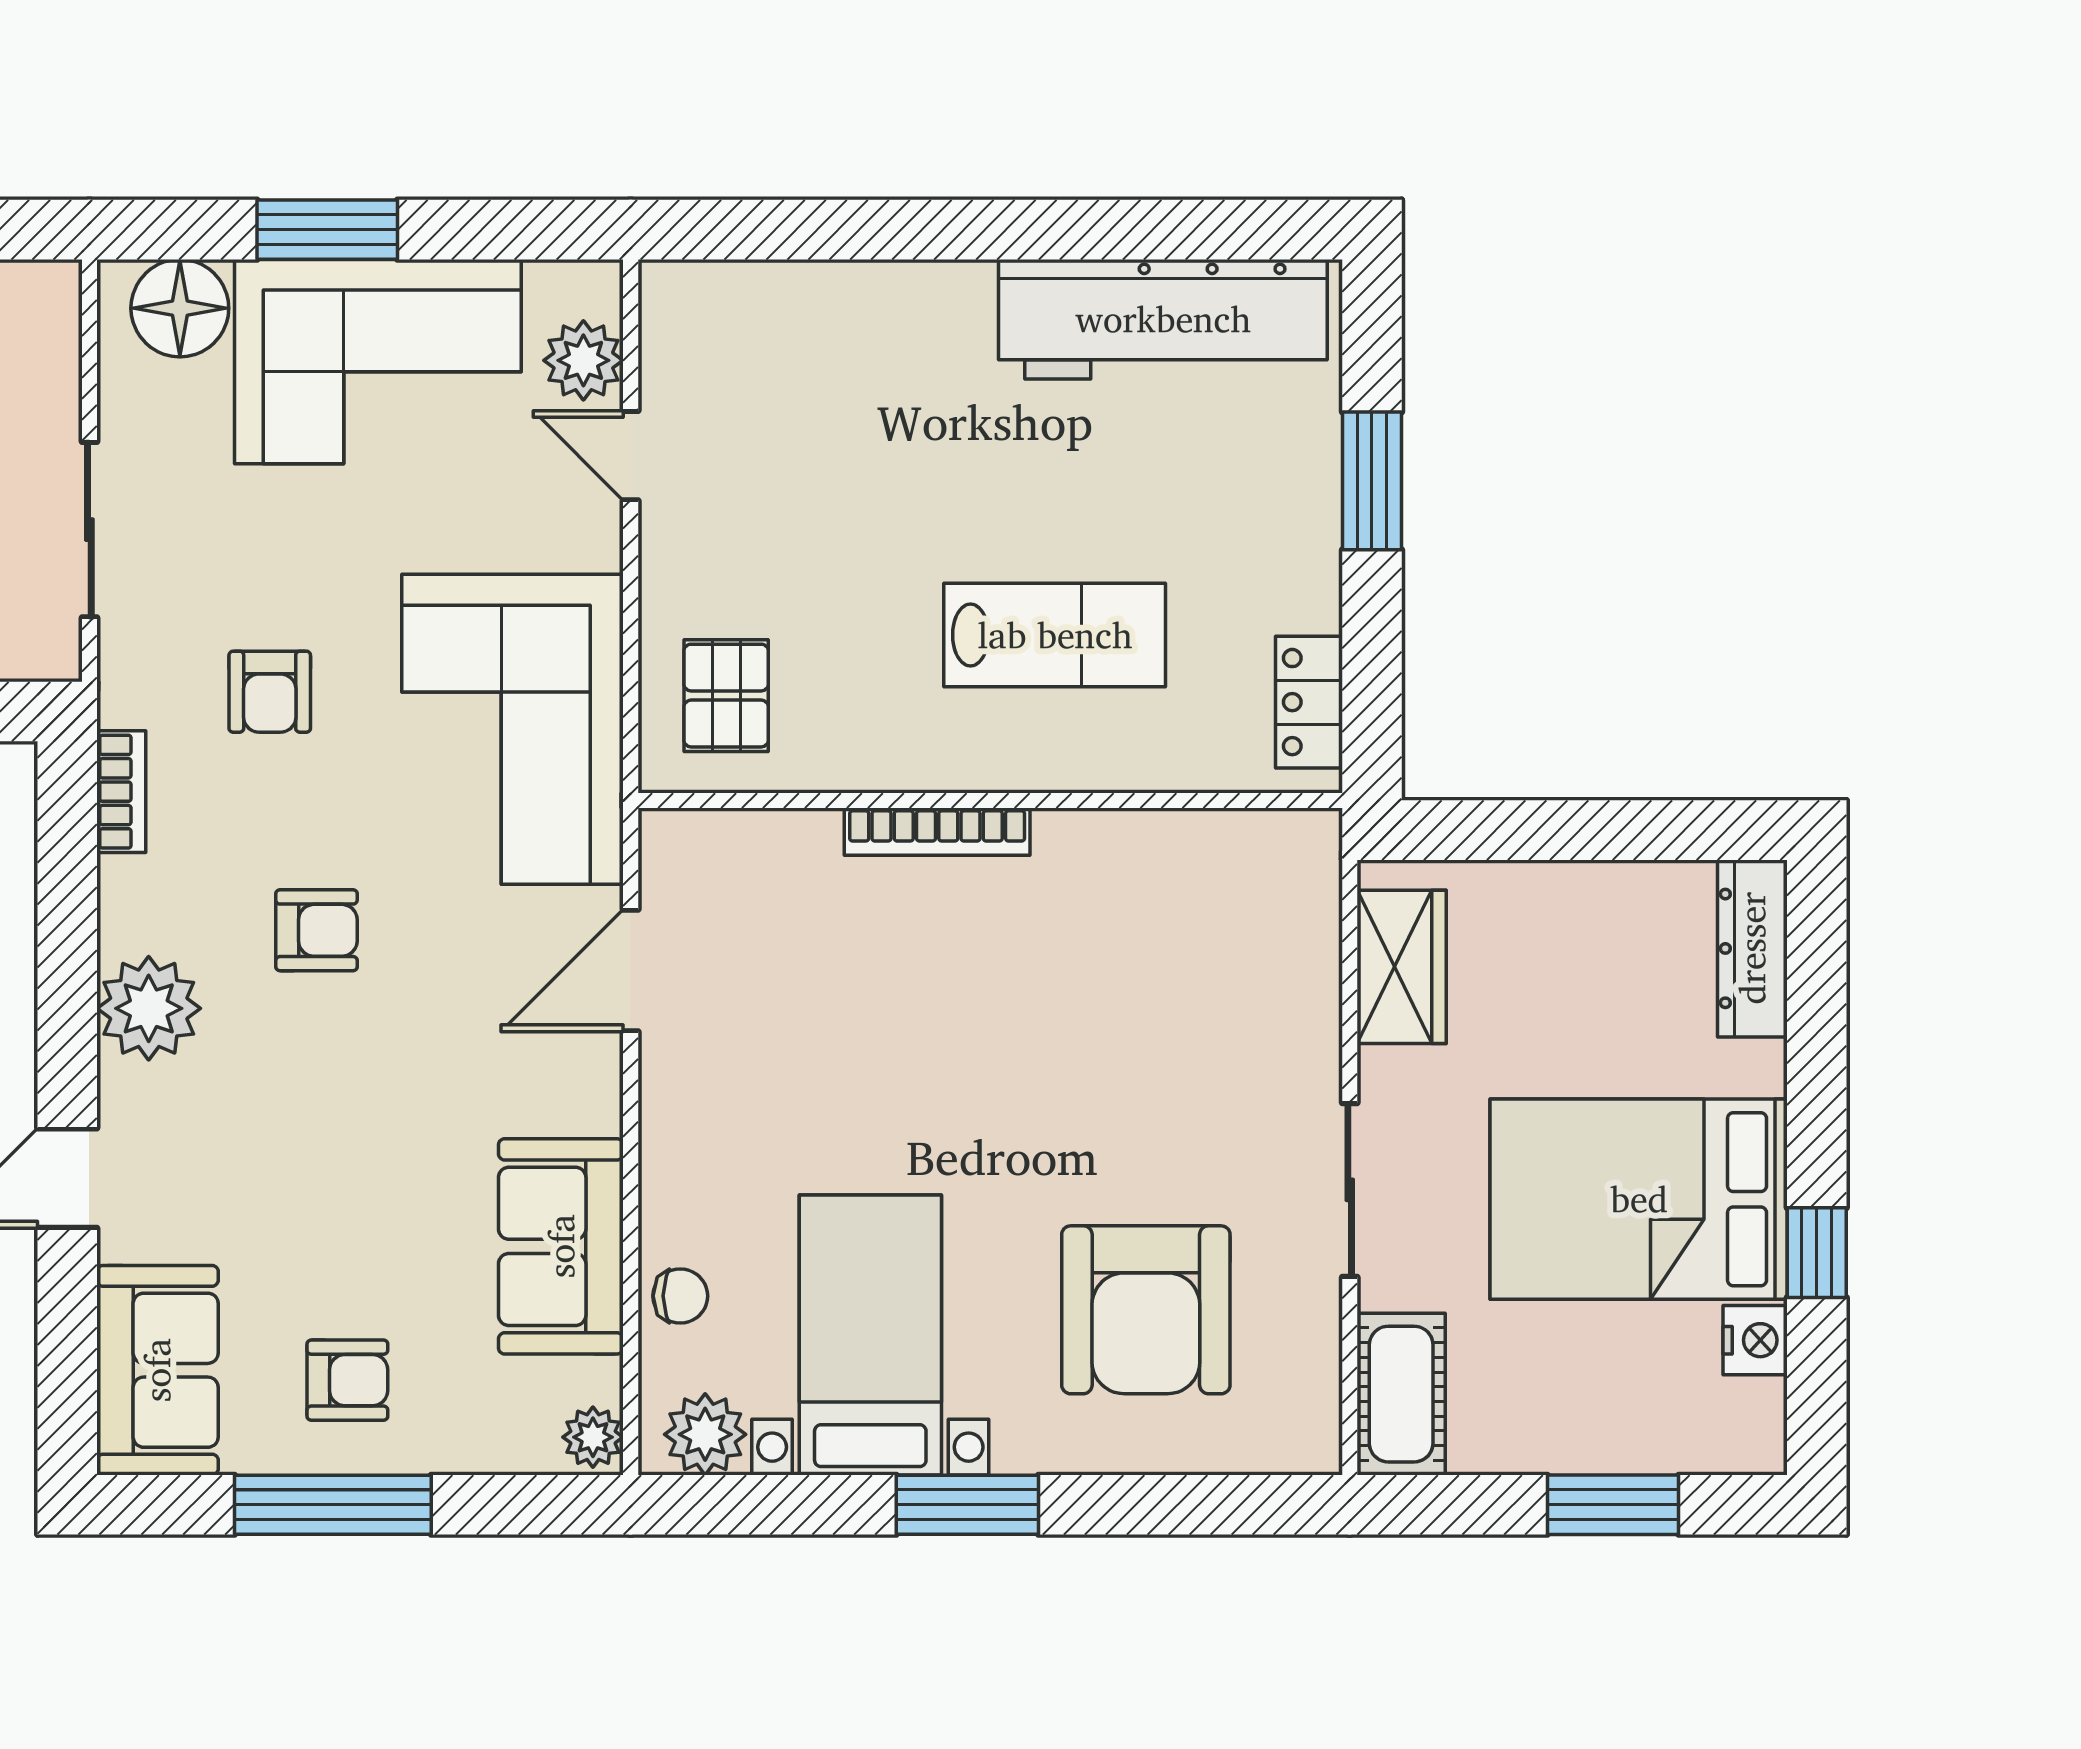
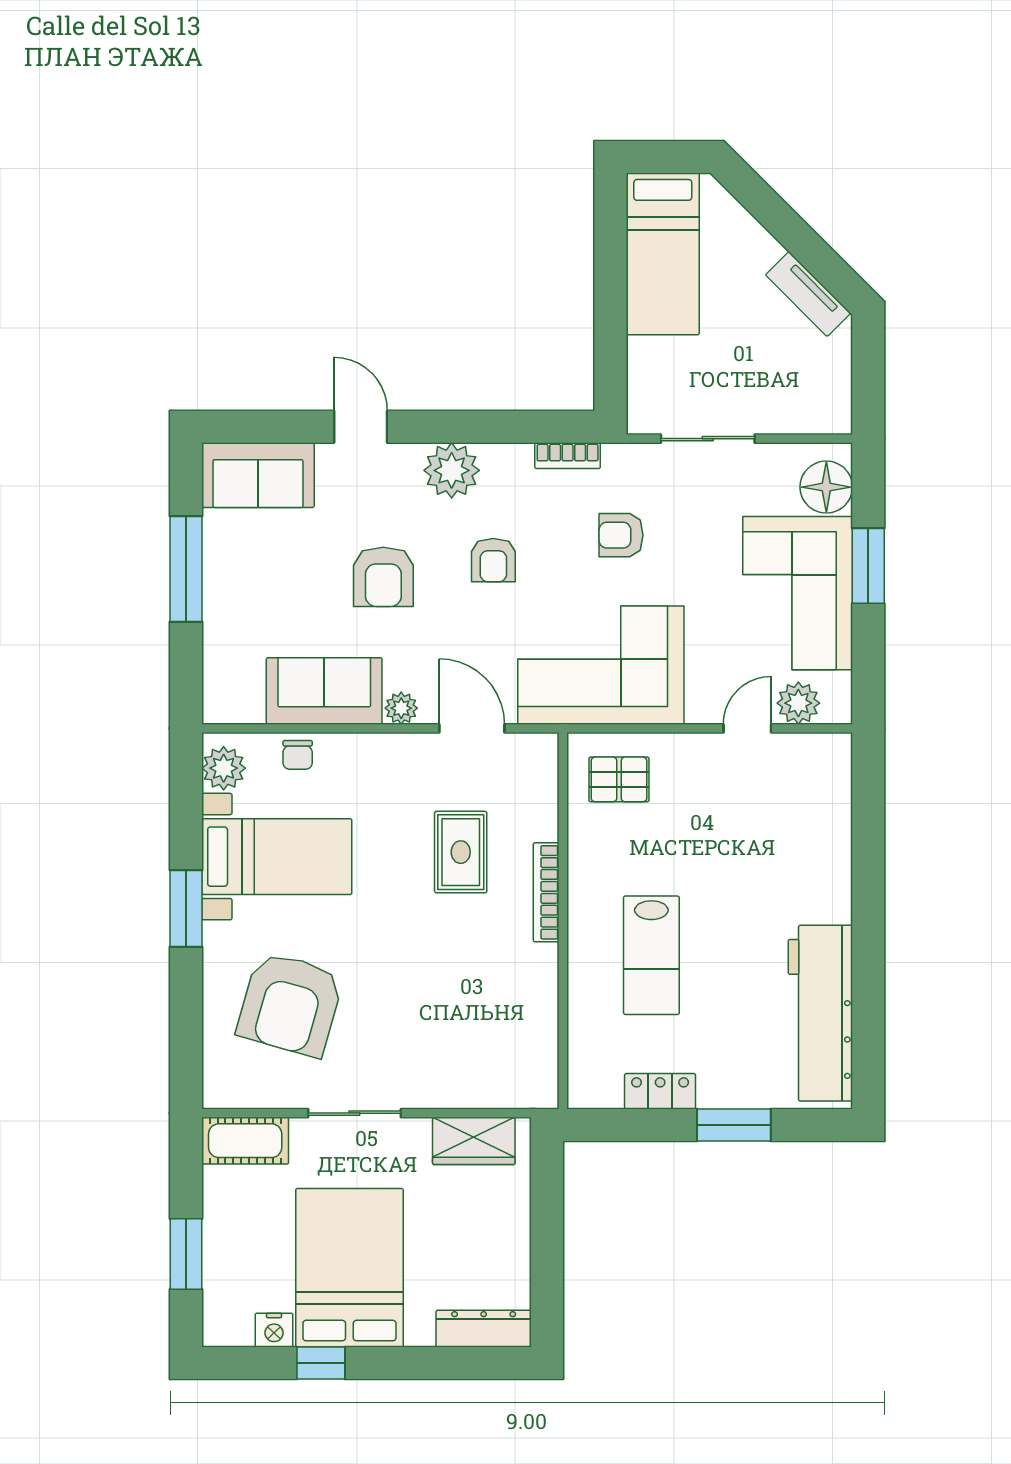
locker: (1309, 702) -> (660, 1091), moved
rug: (862, 991) -> (461, 852), added
armchair: (1146, 1310) -> (290, 1004), turned -74
armchair: (347, 1380) -> (383, 577), moved, width x1.38, depth x1.38
plant: (593, 1437) -> (401, 708), moved

